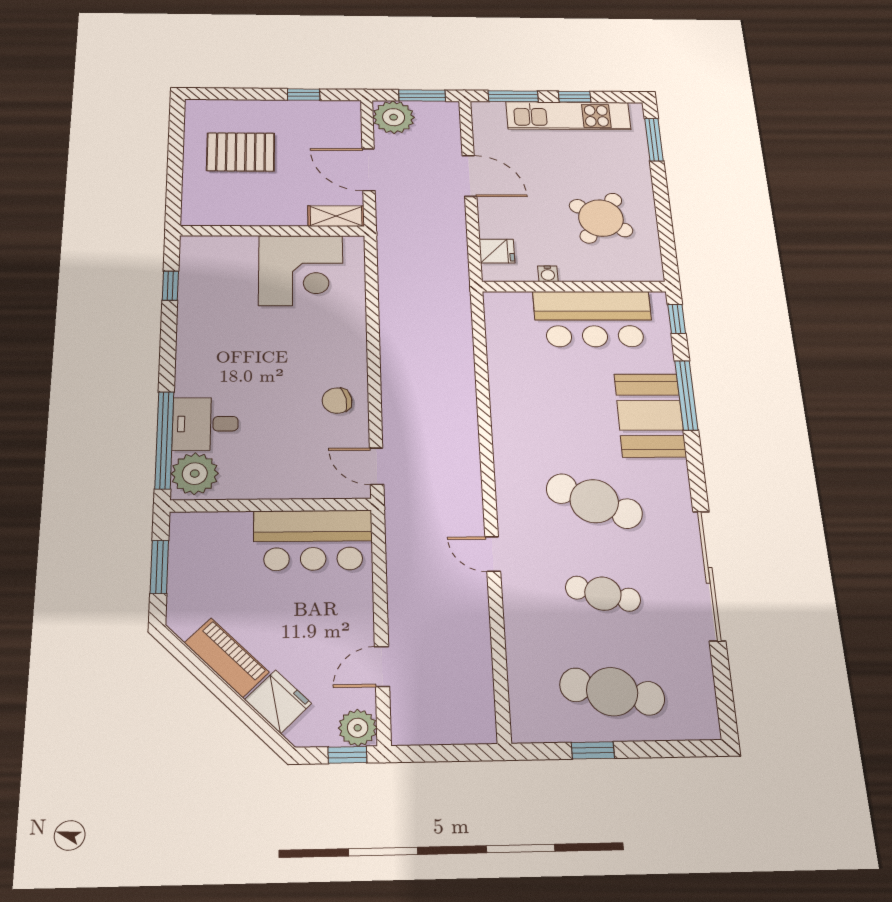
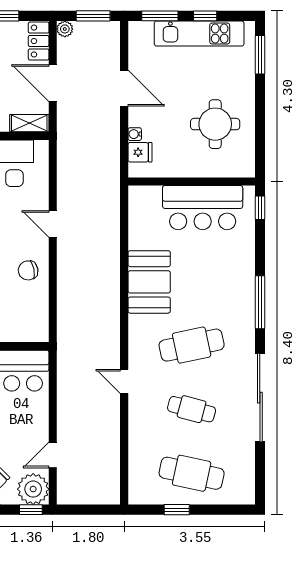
plant: (394, 117) -> (65, 29), width x0.53, depth x0.53
locker: (348, 122) -> (39, 41), added
round table: (601, 218) -> (215, 124), turned -33
water cooler: (548, 274) -> (135, 134), moved, turned 90
window: (686, 395) -> (260, 302), moved
booth: (650, 415) -> (149, 282), moved
door: (377, 466) -> (53, 224), moved
cafe table: (594, 501) -> (192, 345), turned -36
plant: (358, 728) -> (33, 489), width x1.36, depth x1.36

